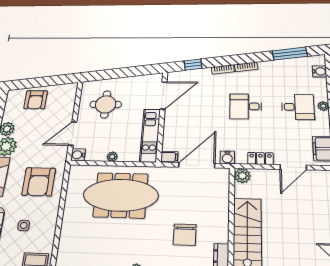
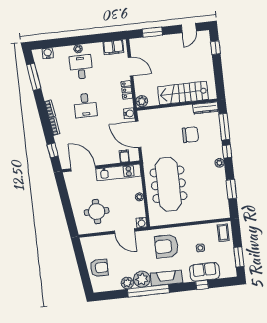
filing cabinet: (169, 157) -> (124, 156), moved
armchair: (39, 182) -> (166, 246), turned 180

